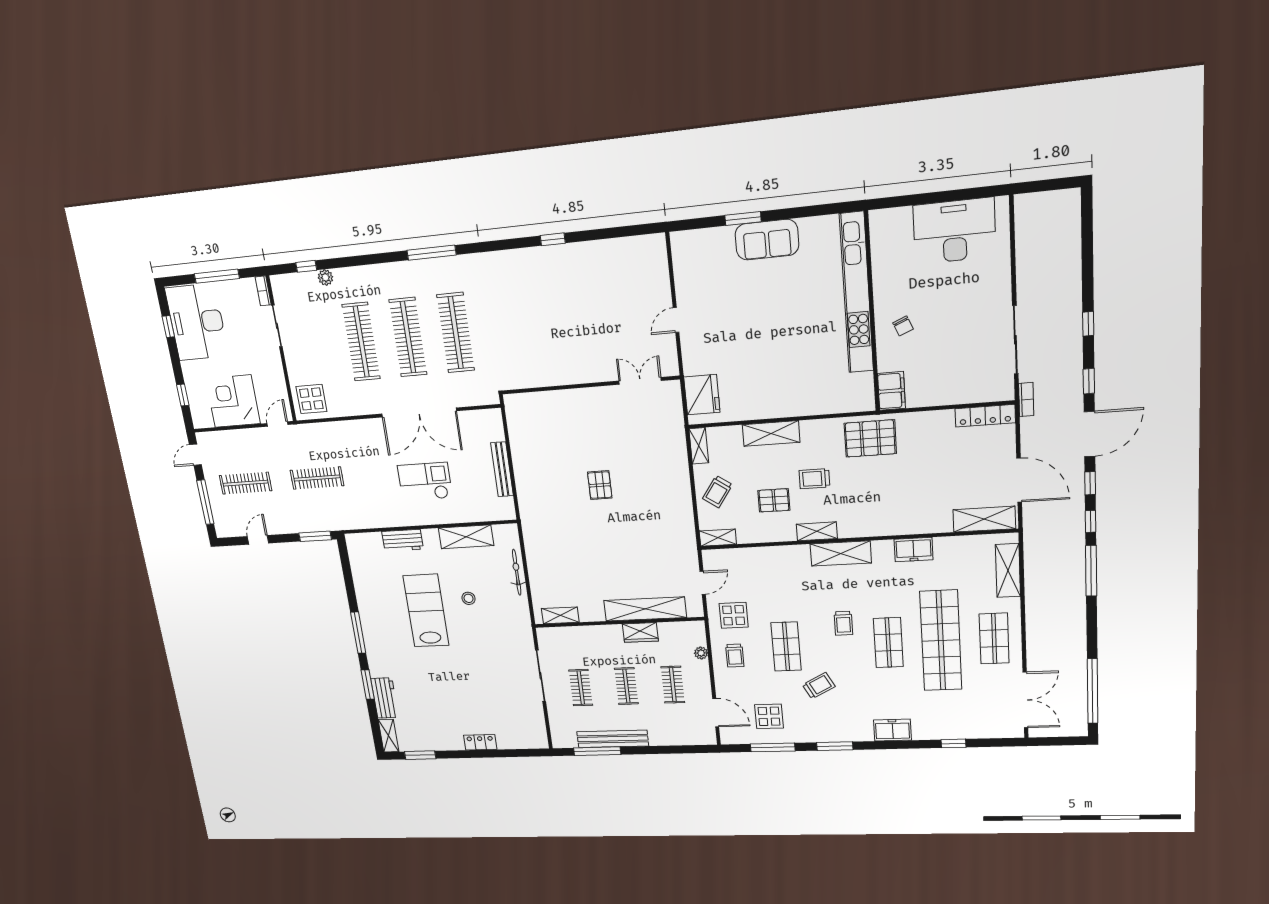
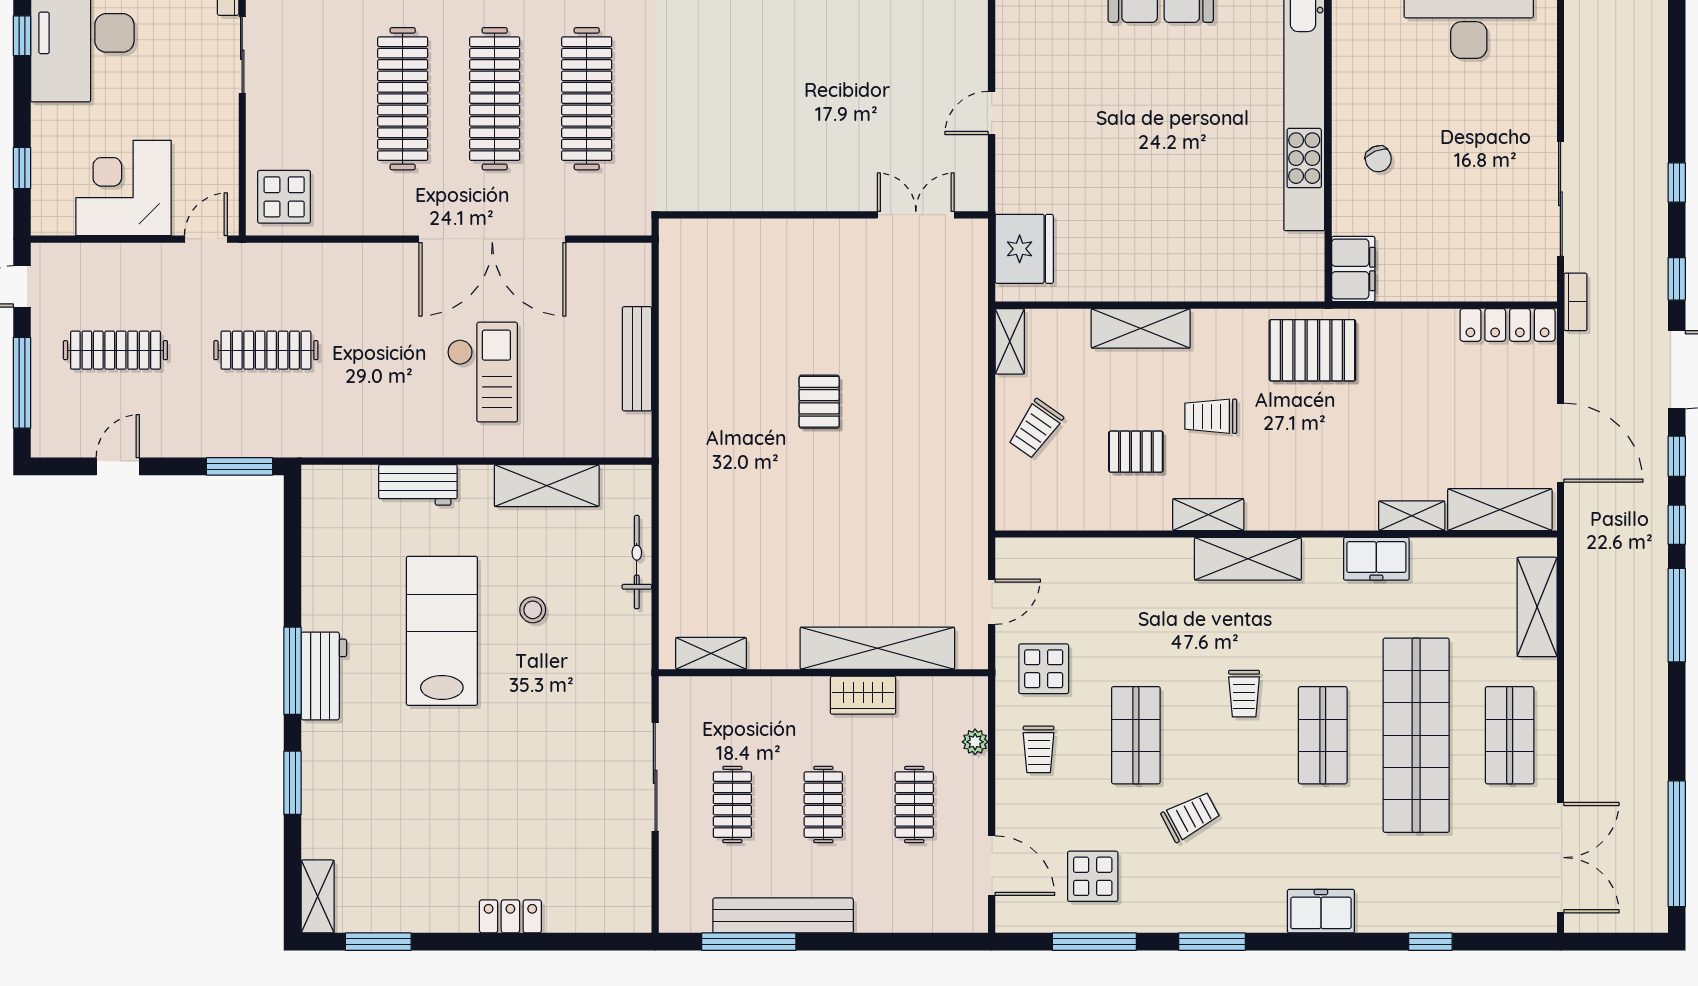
checkout: (425, 482) -> (482, 372), turned 90
shelving: (718, 538) -> (1412, 516), moved
workbench: (385, 698) -> (324, 676), moved

